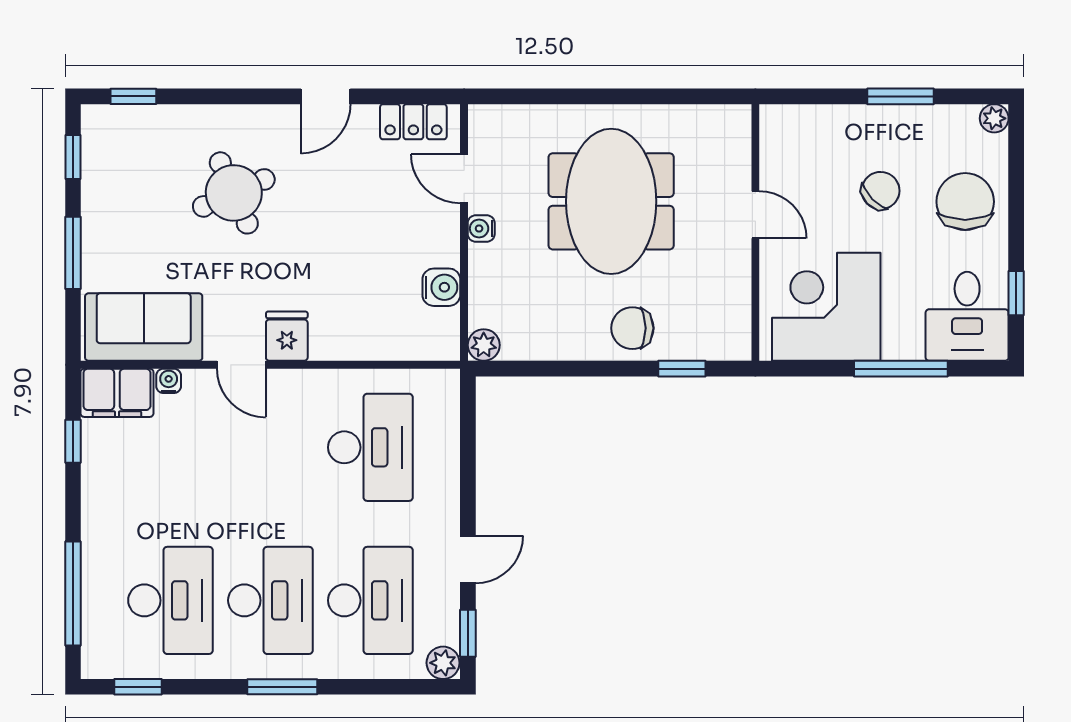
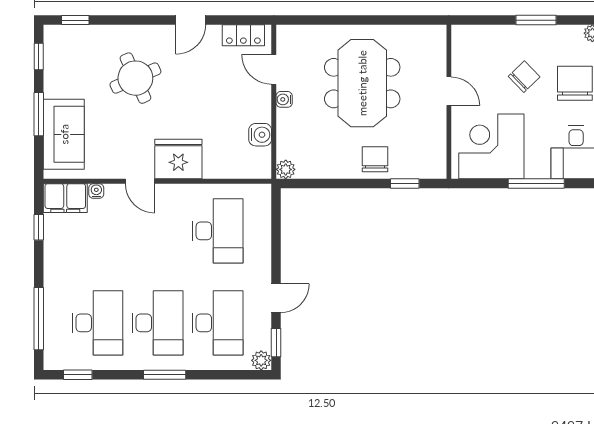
sofa: (144, 327) -> (64, 134), moved, turned 90
chair: (632, 328) -> (375, 159), turned 90
fridge: (287, 336) -> (178, 159), width x1.88, depth x1.34

